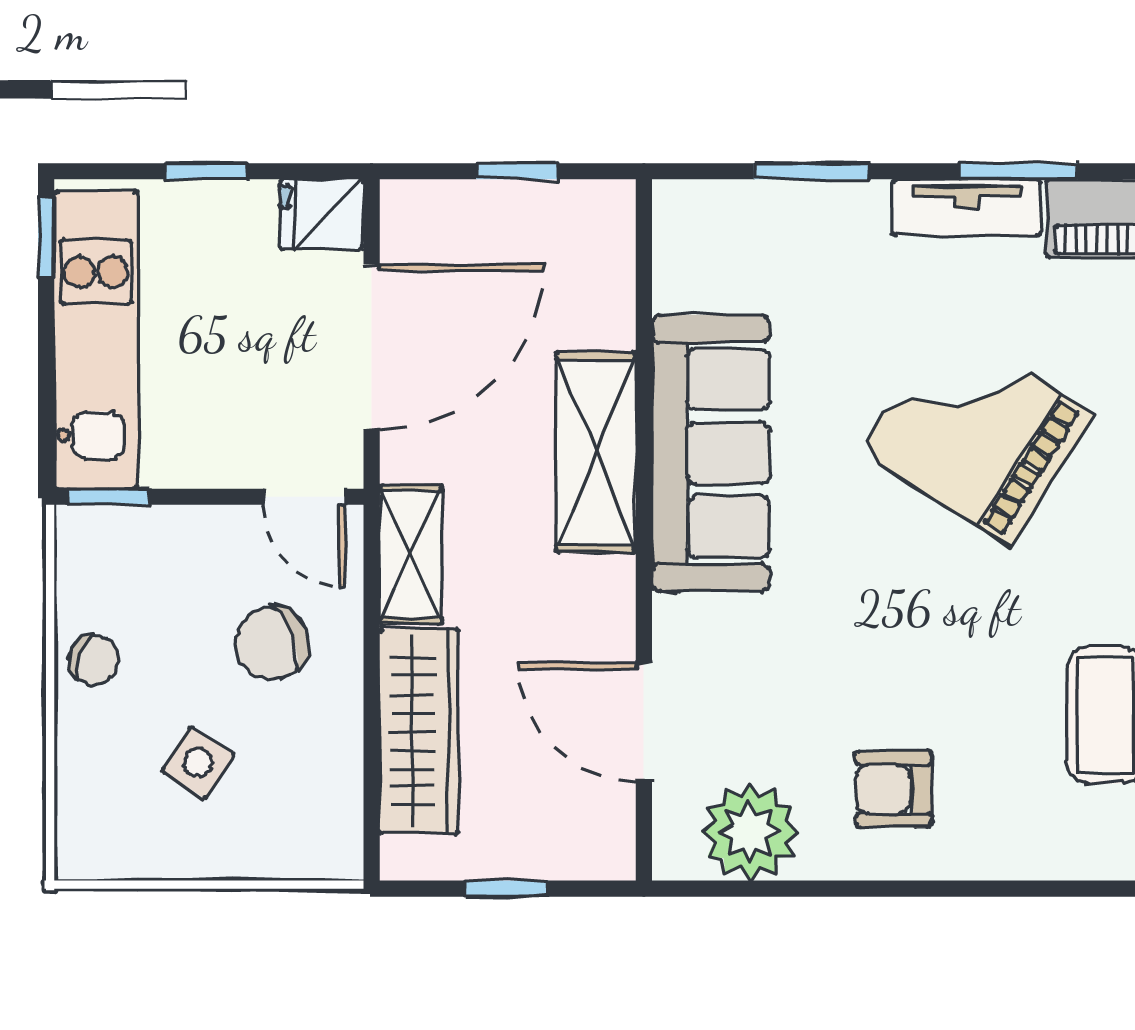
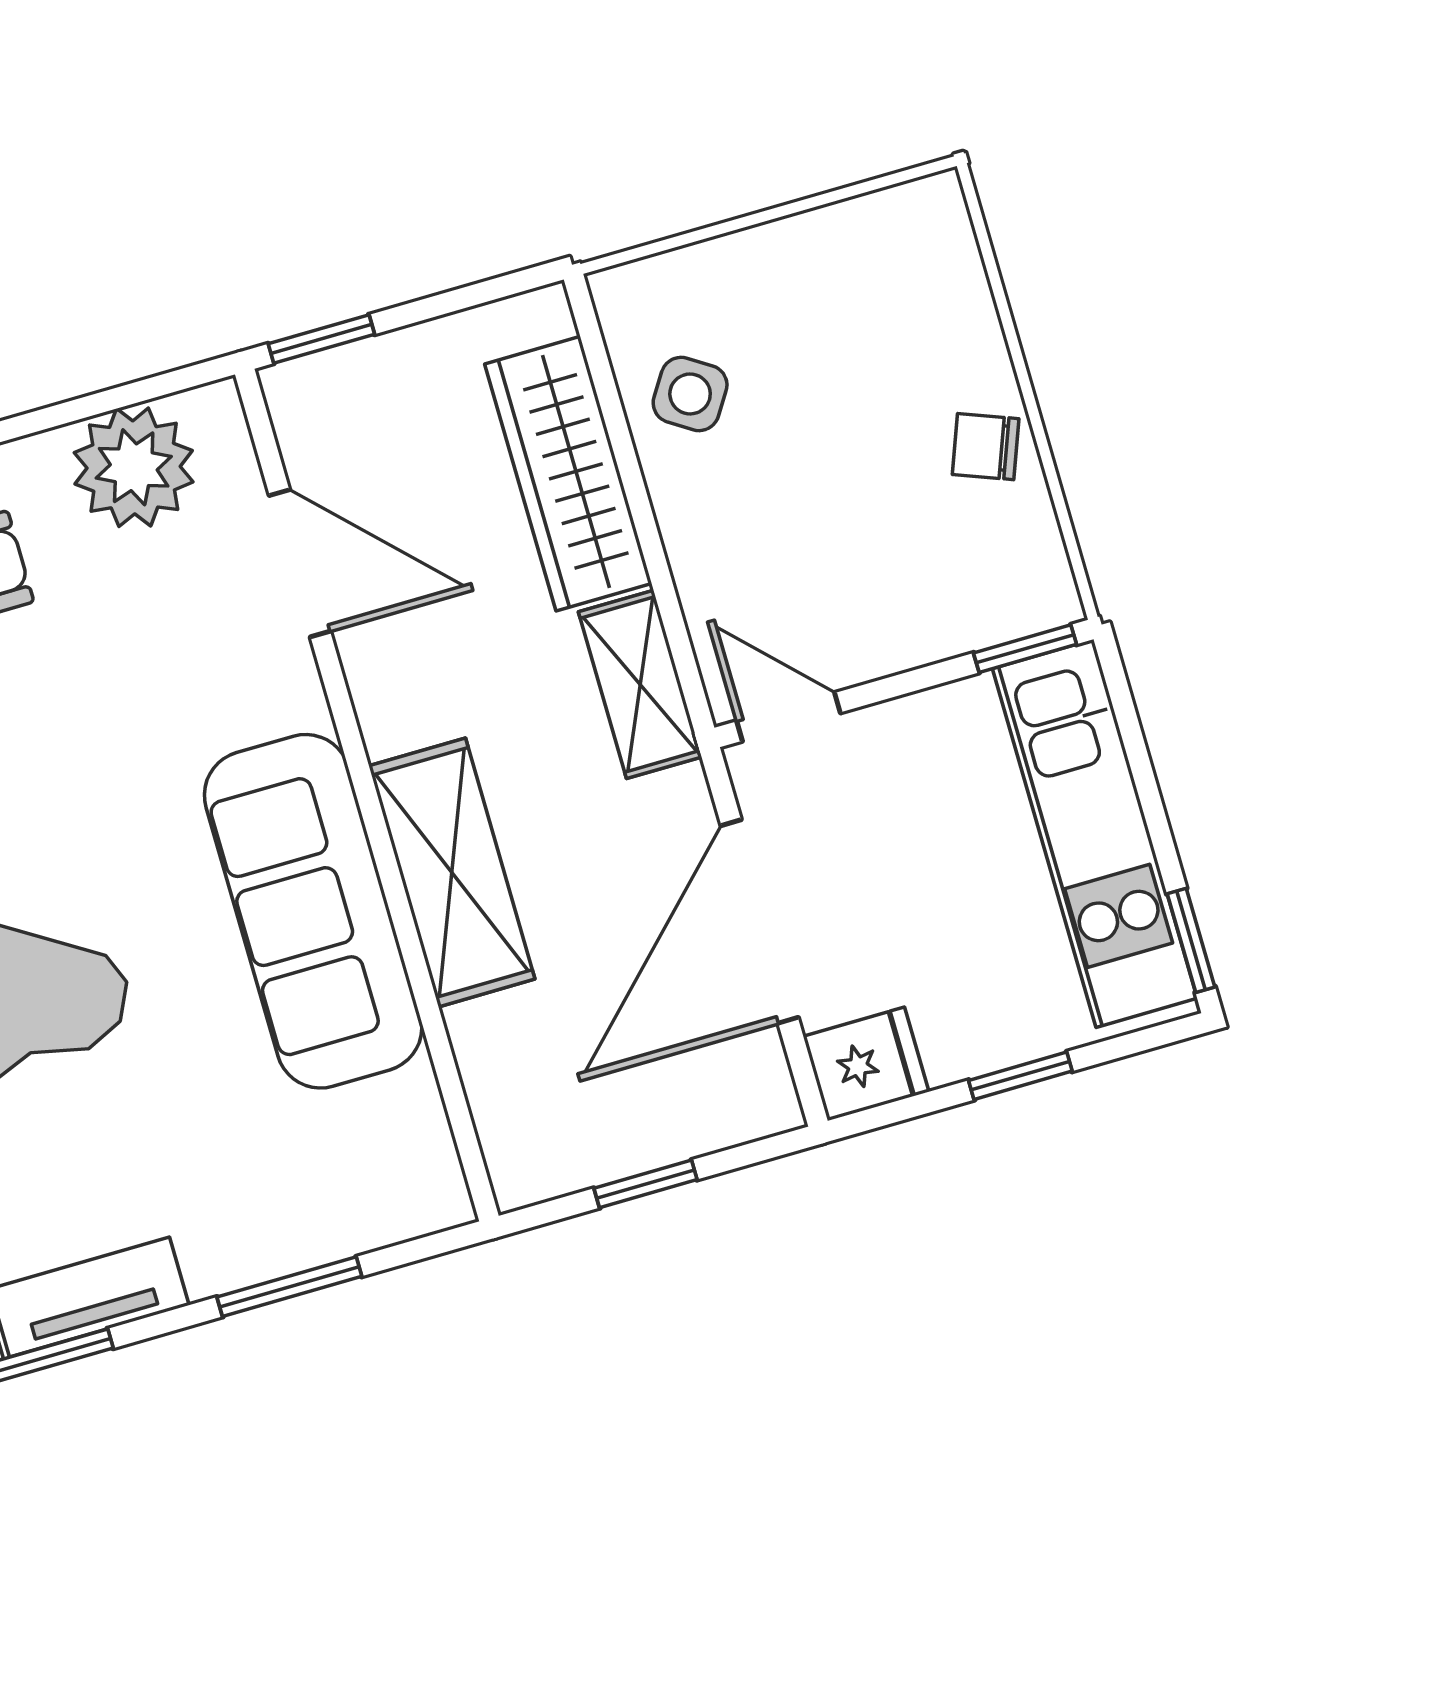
chair: (272, 643) -> (777, 529), removed
side table: (198, 762) -> (690, 394), moved
window: (507, 889) -> (321, 339), moved

